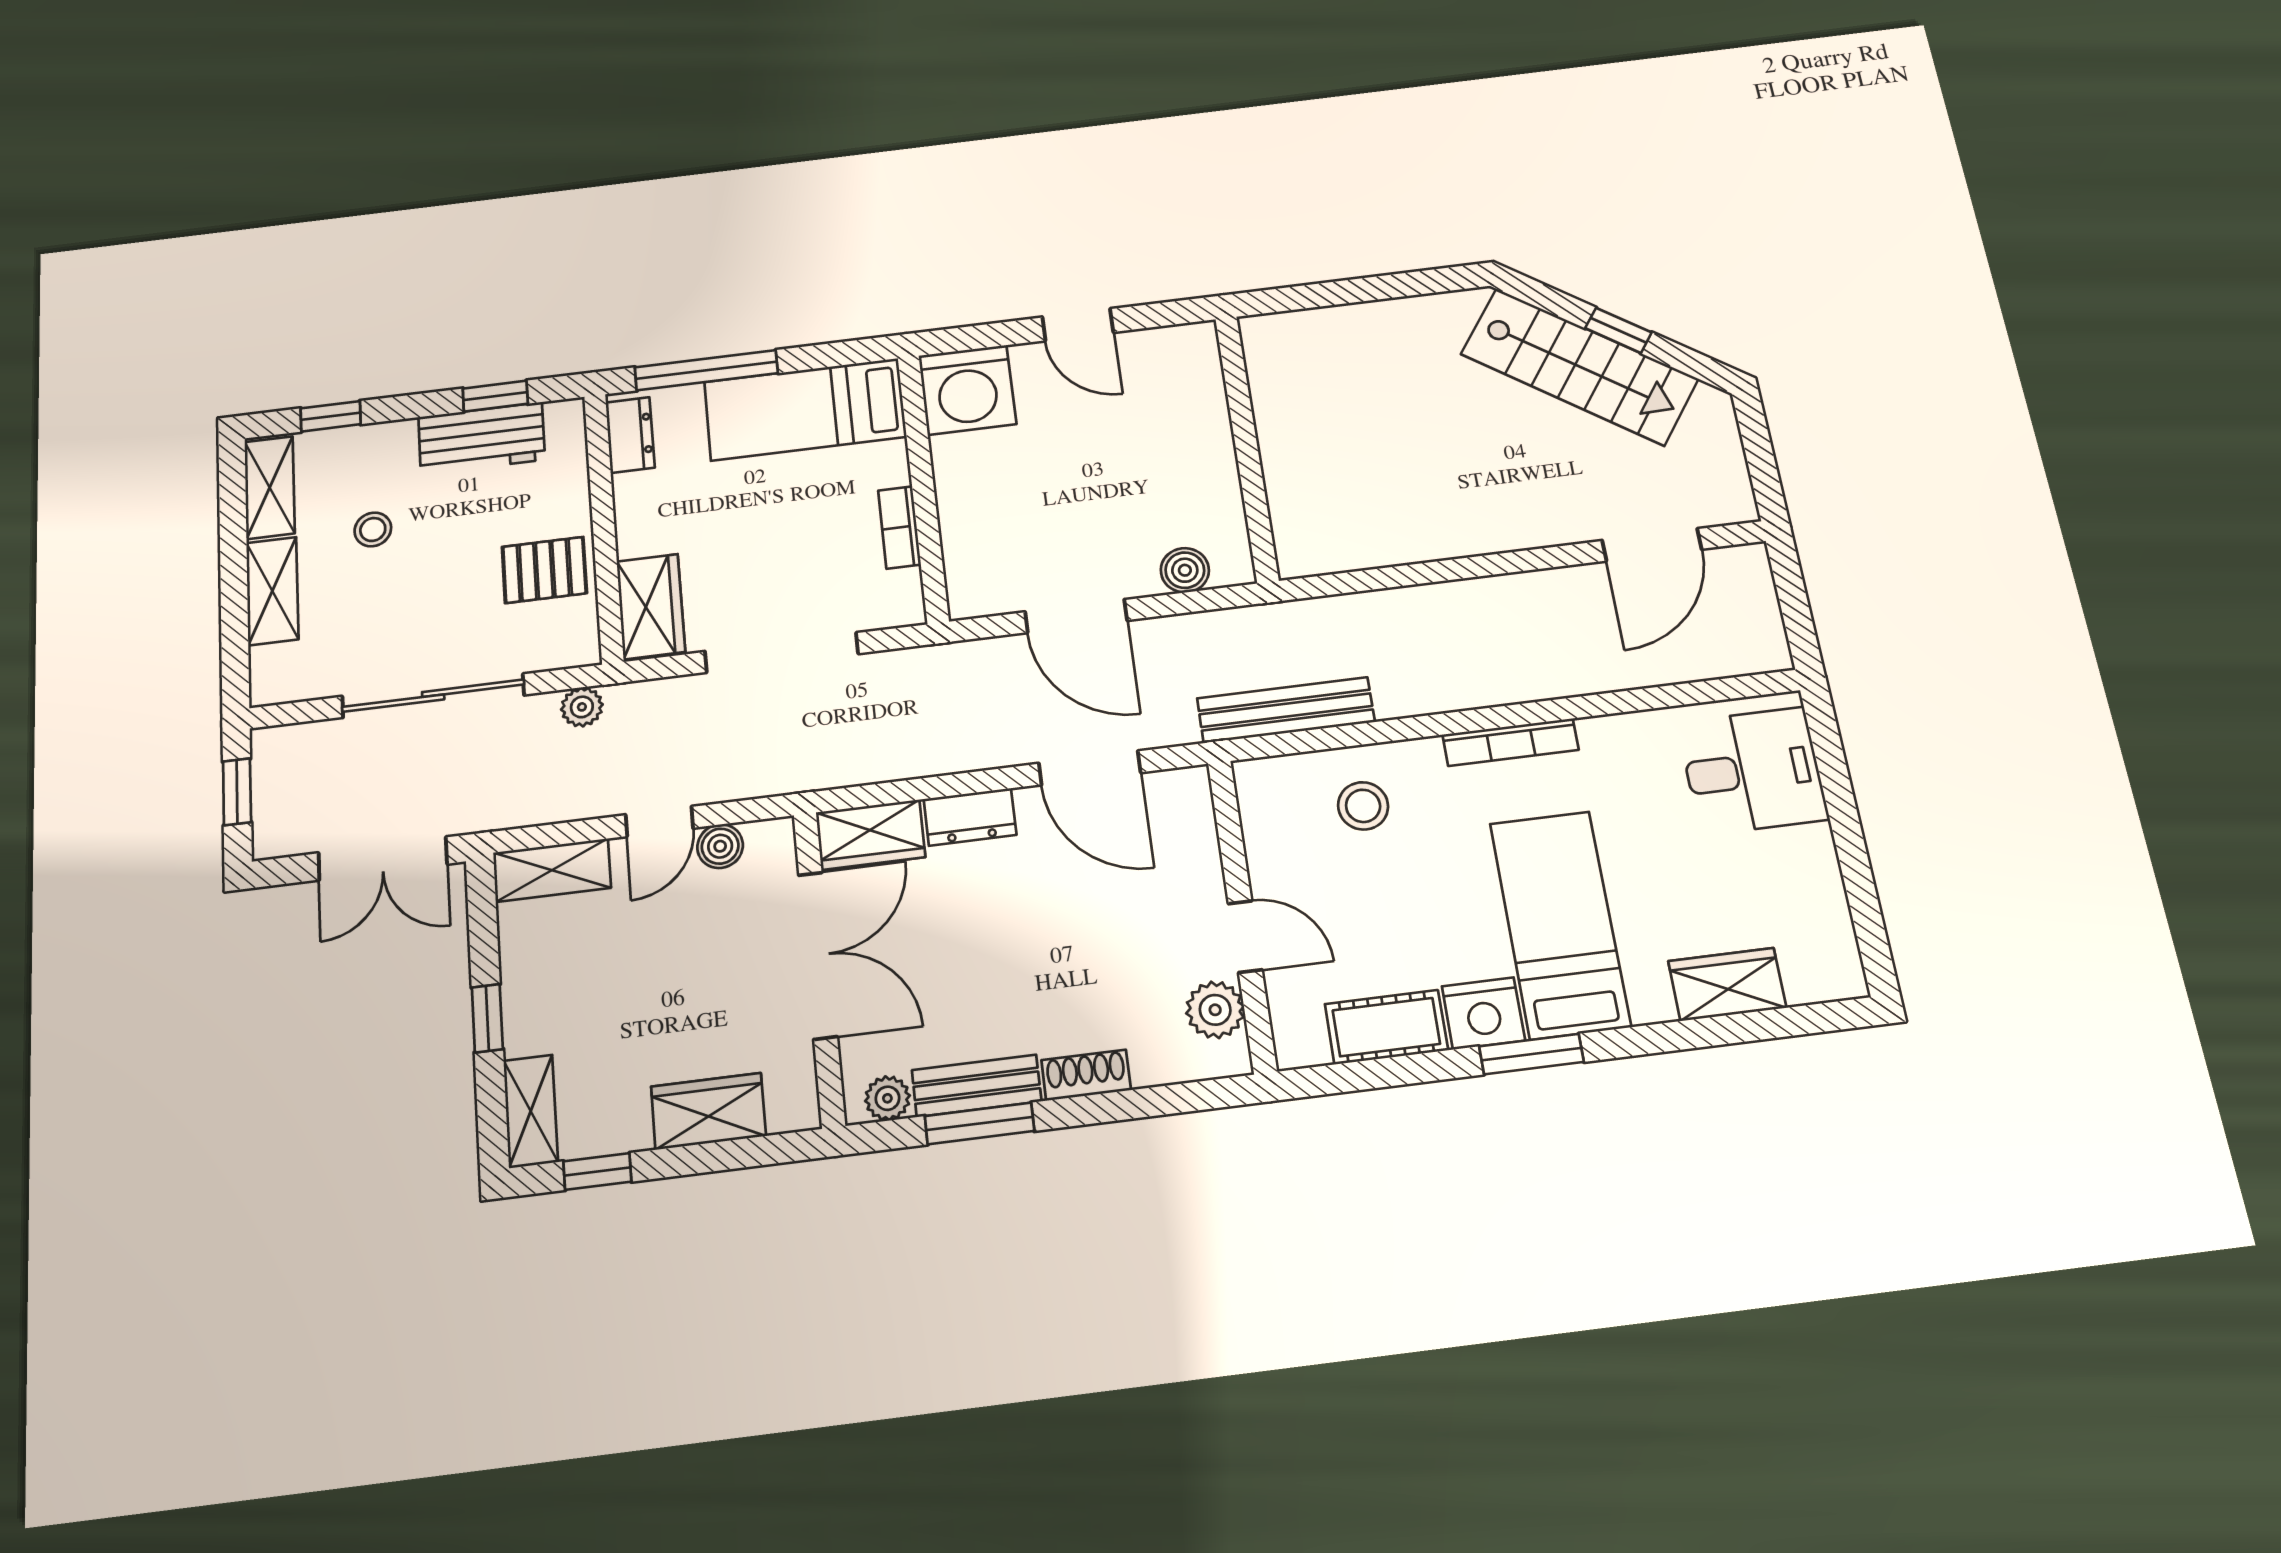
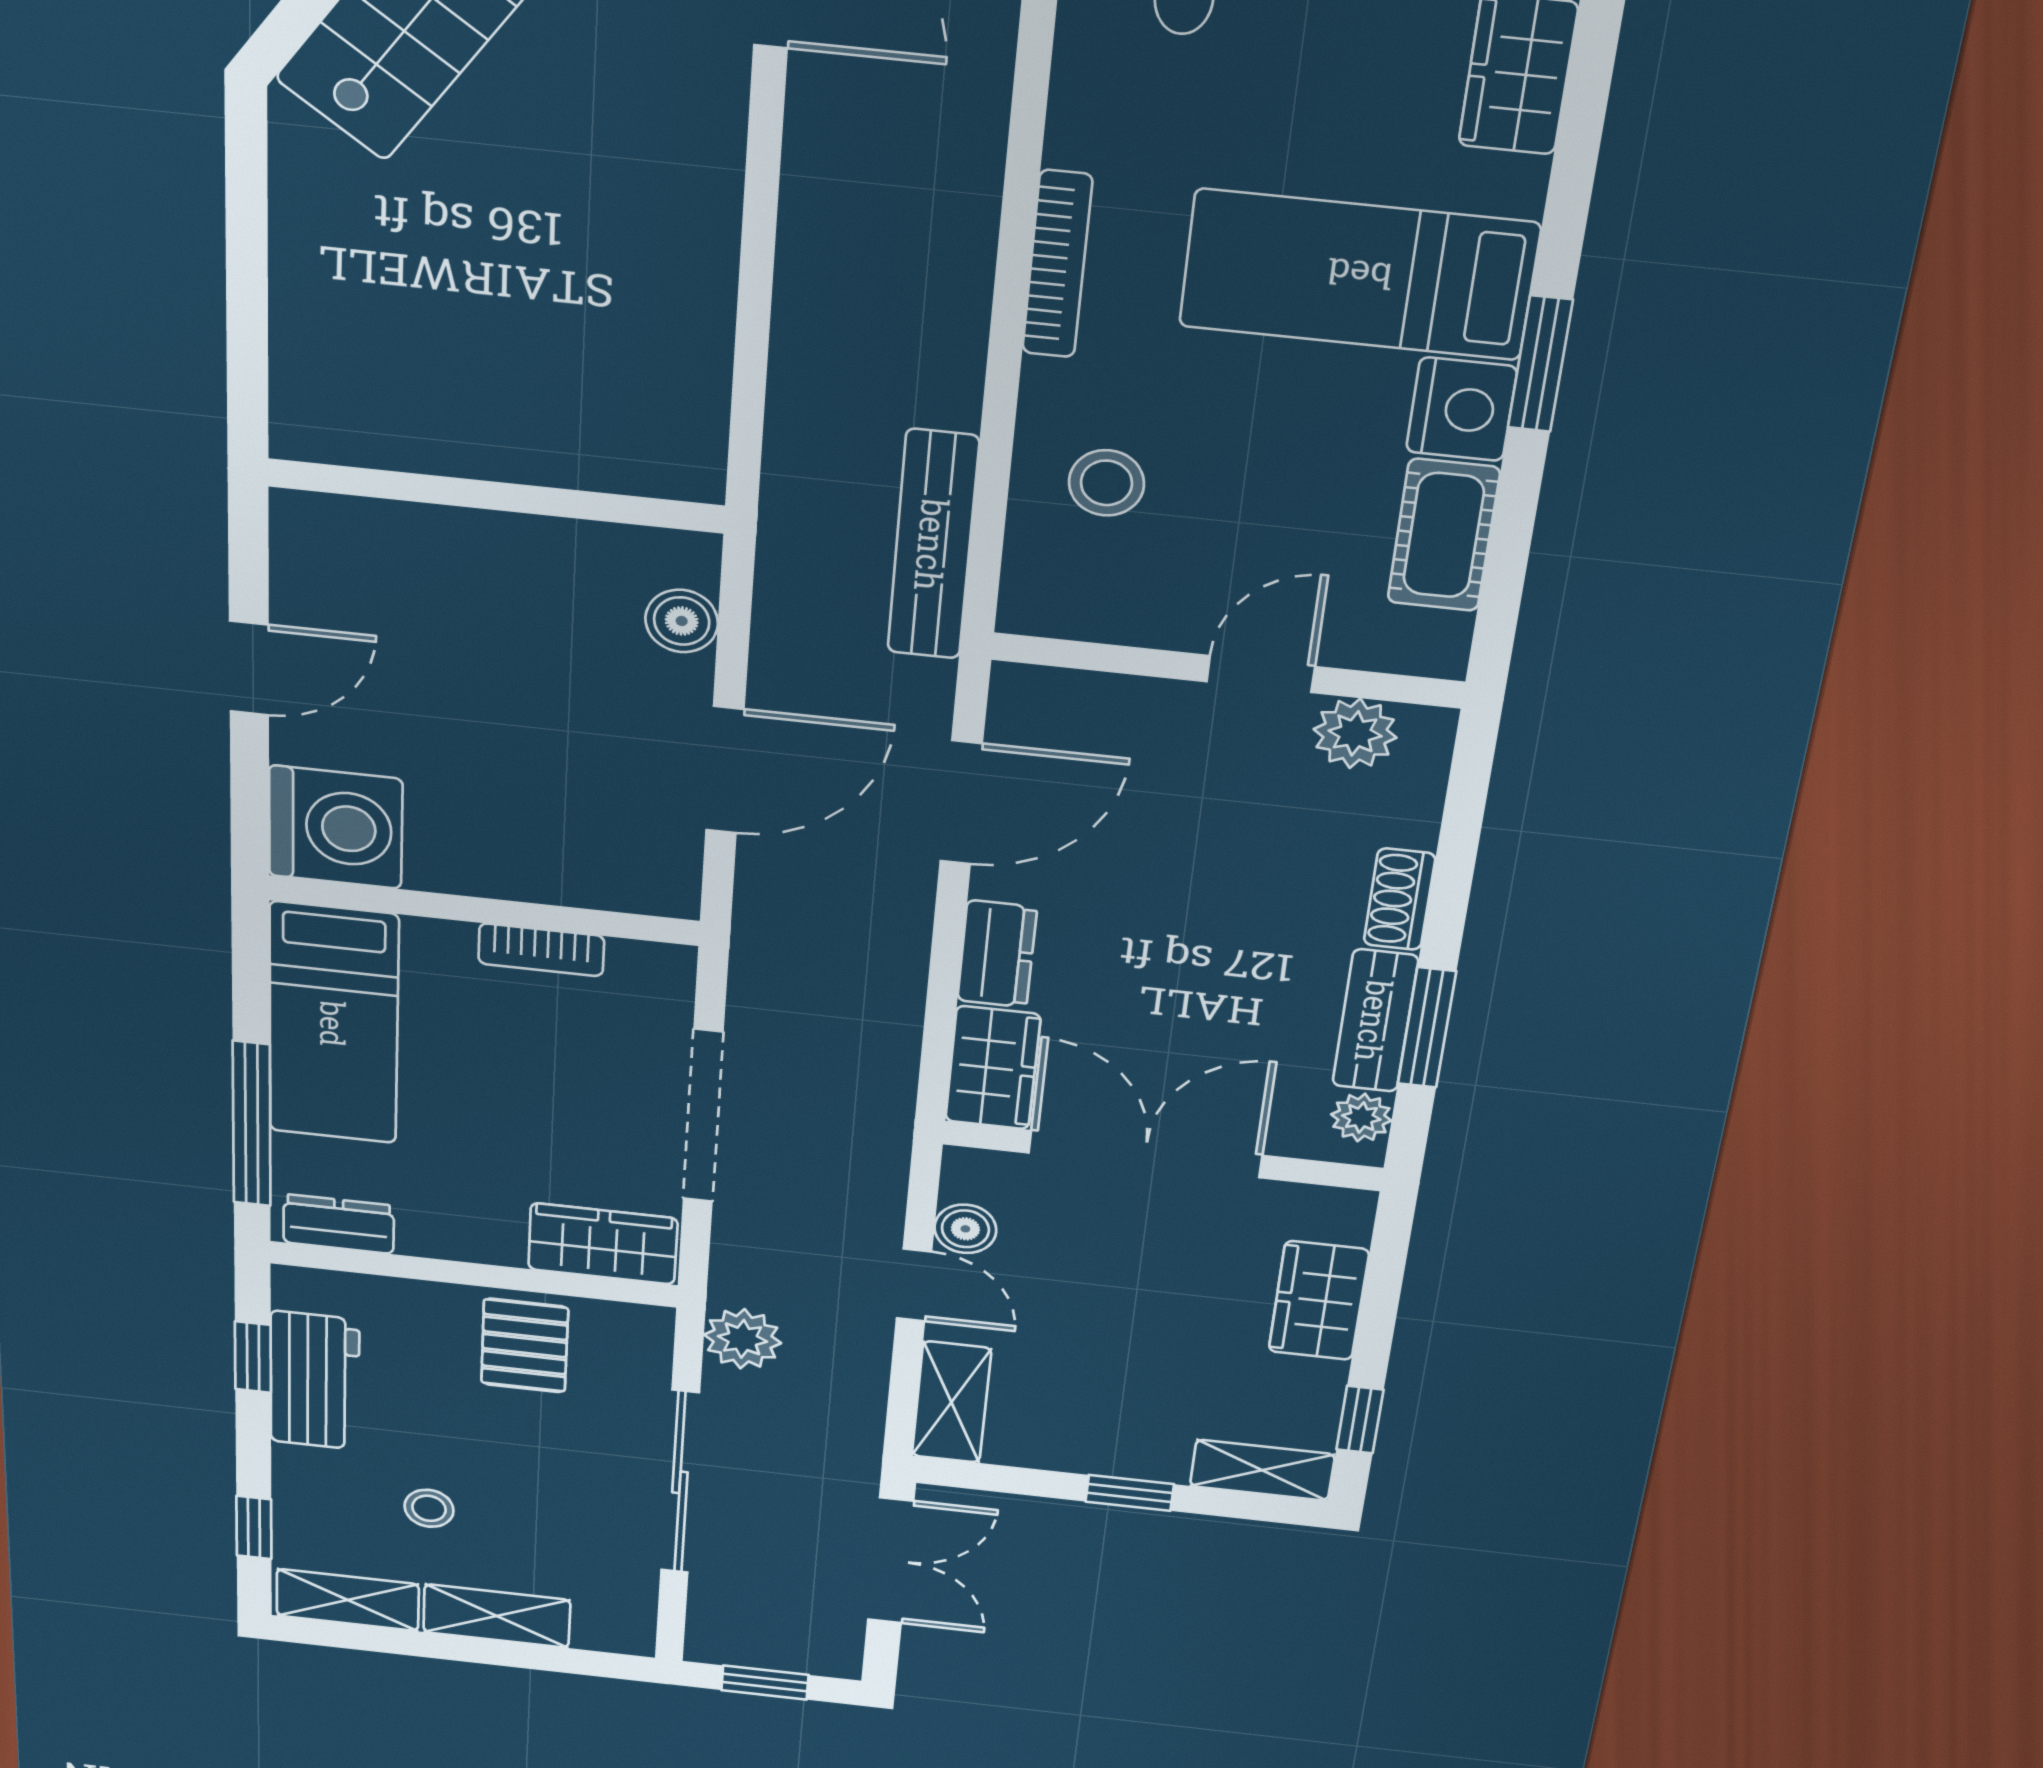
plant: (582, 707) -> (743, 1339), width x1.38, depth x1.38

